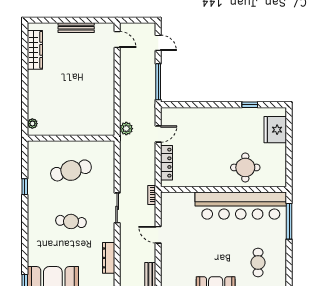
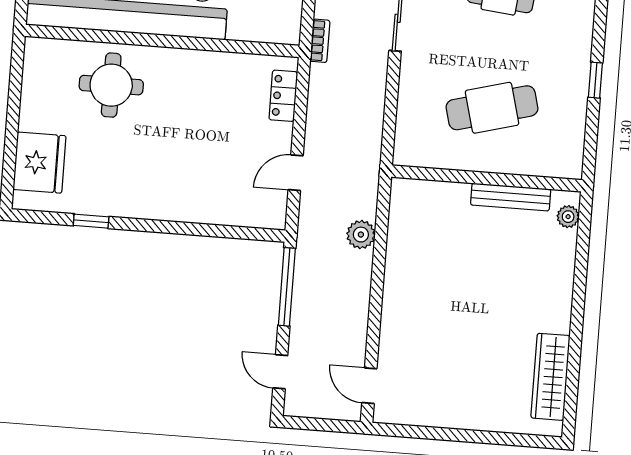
bench: (76, 28) -> (511, 197), moved
plant: (126, 129) -> (361, 235), moved
locker: (167, 163) -> (283, 96), width x0.66

